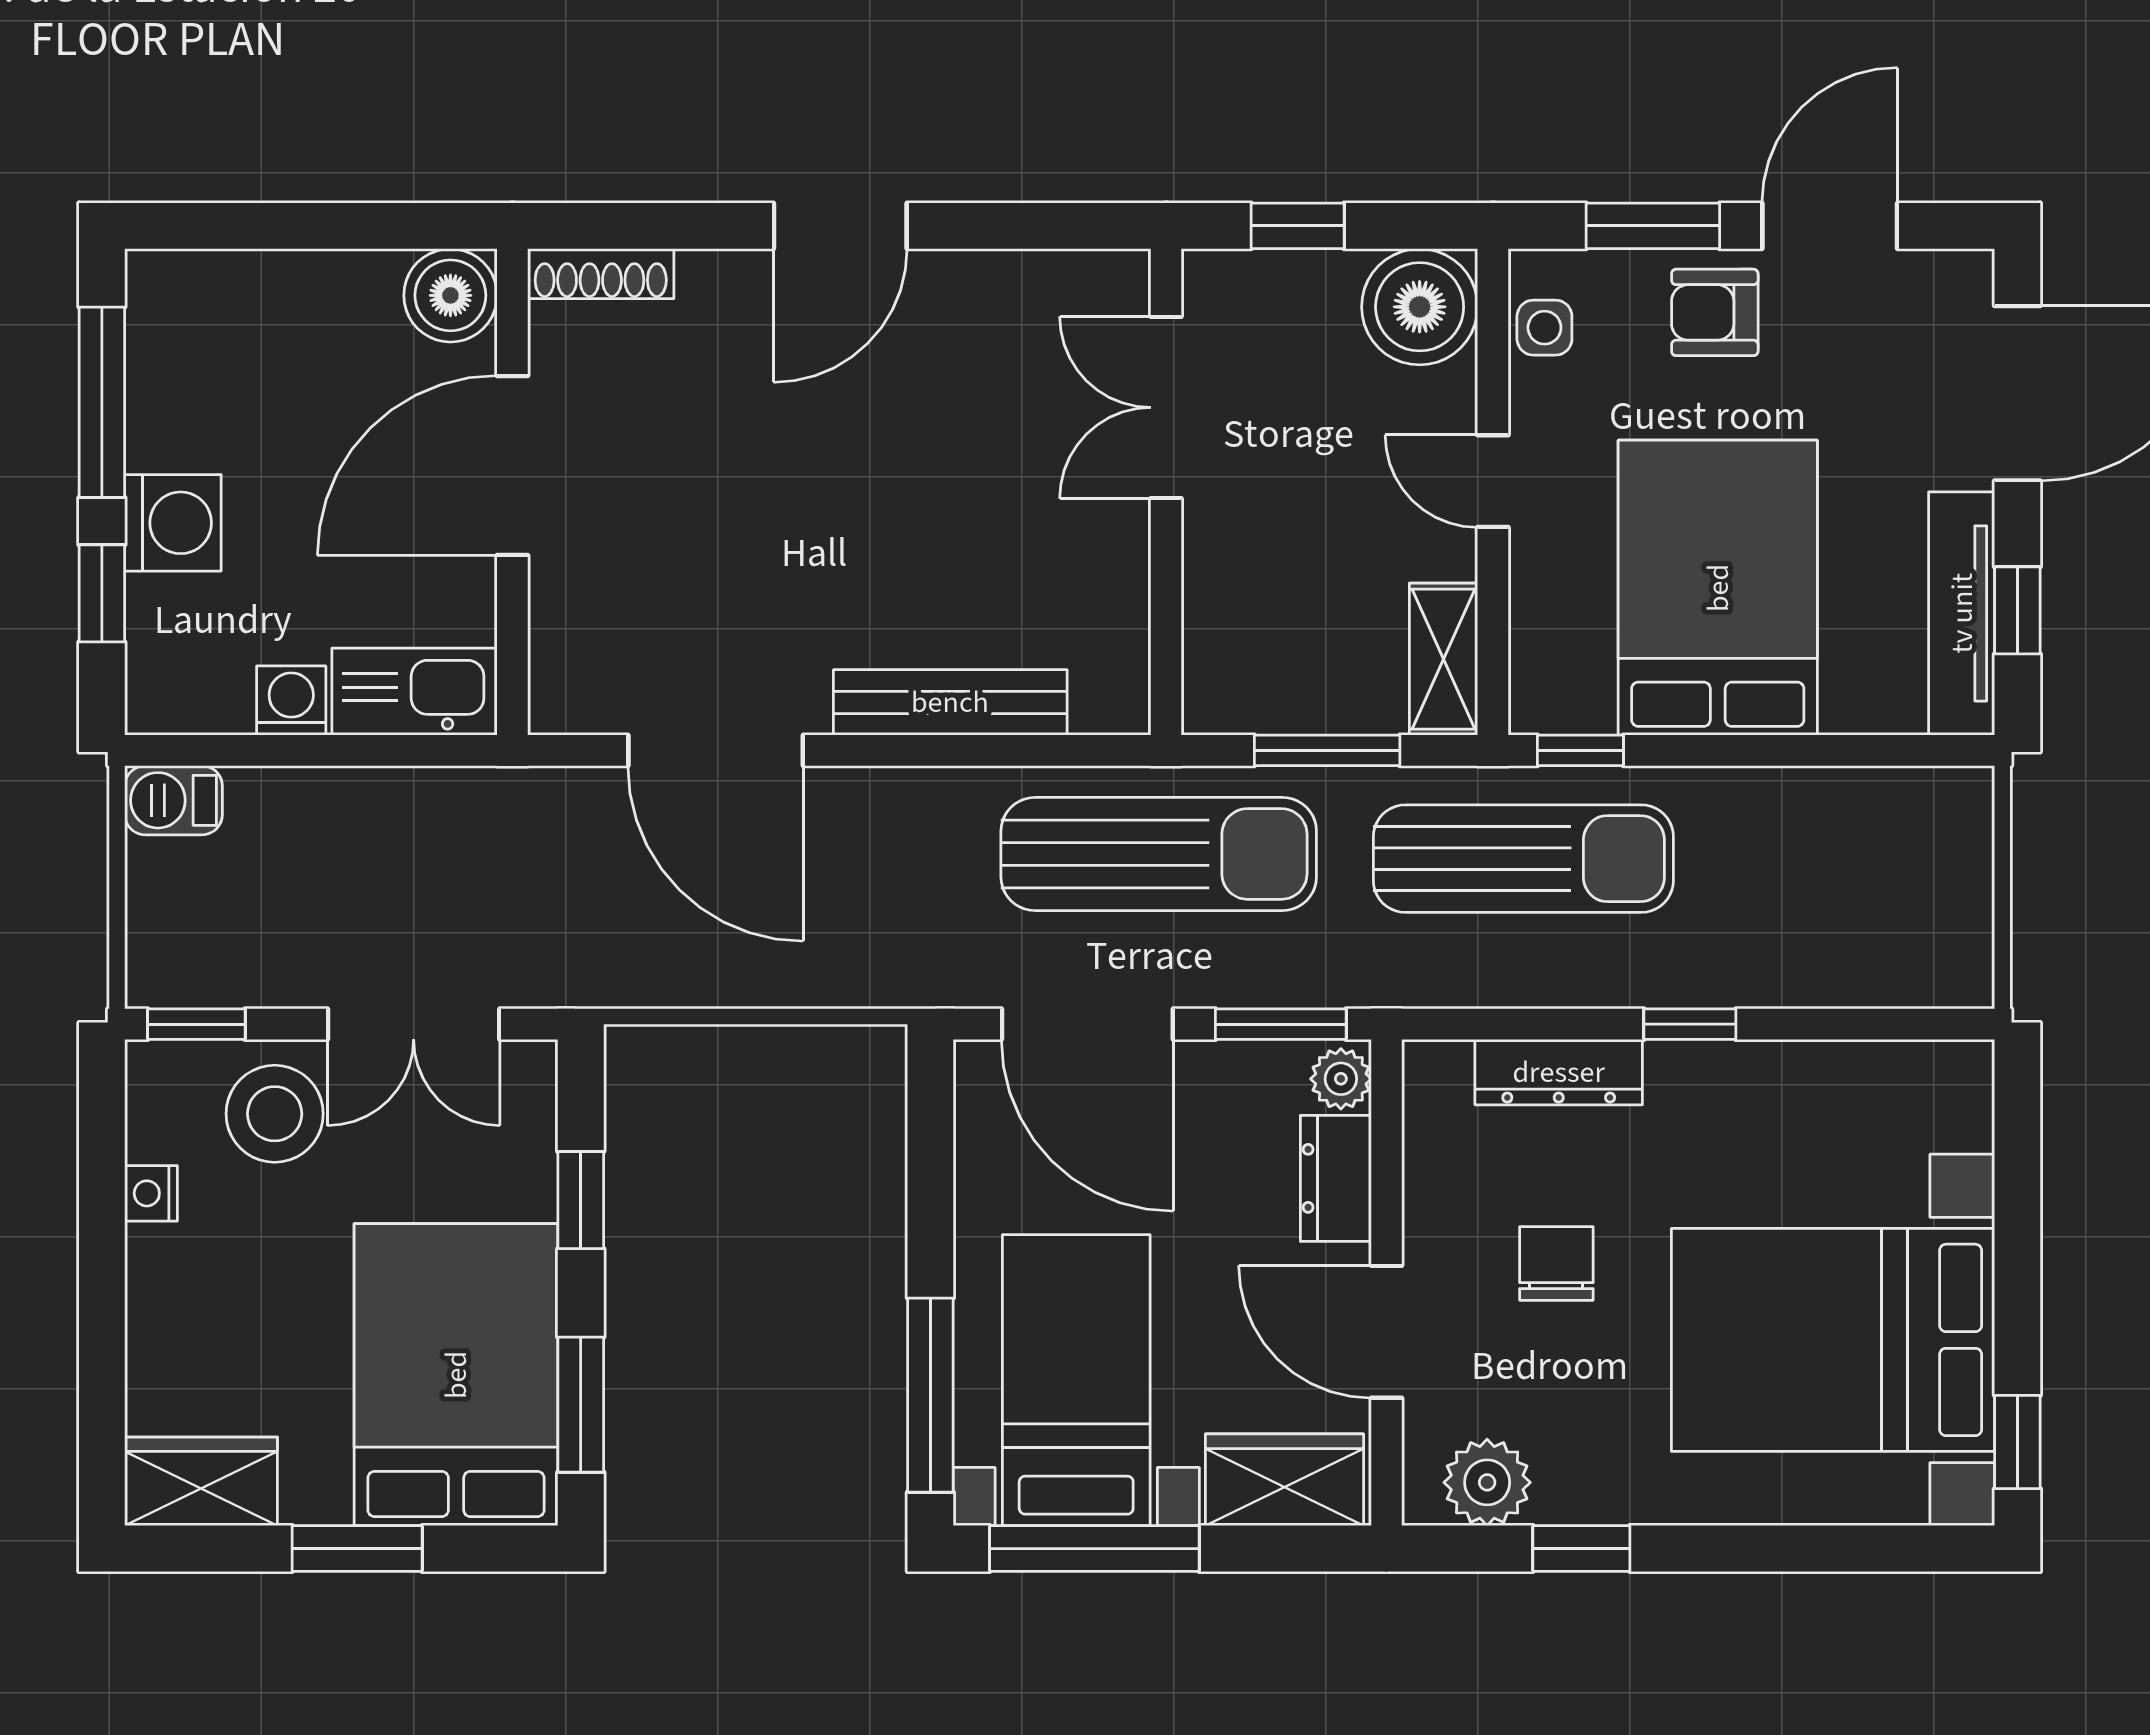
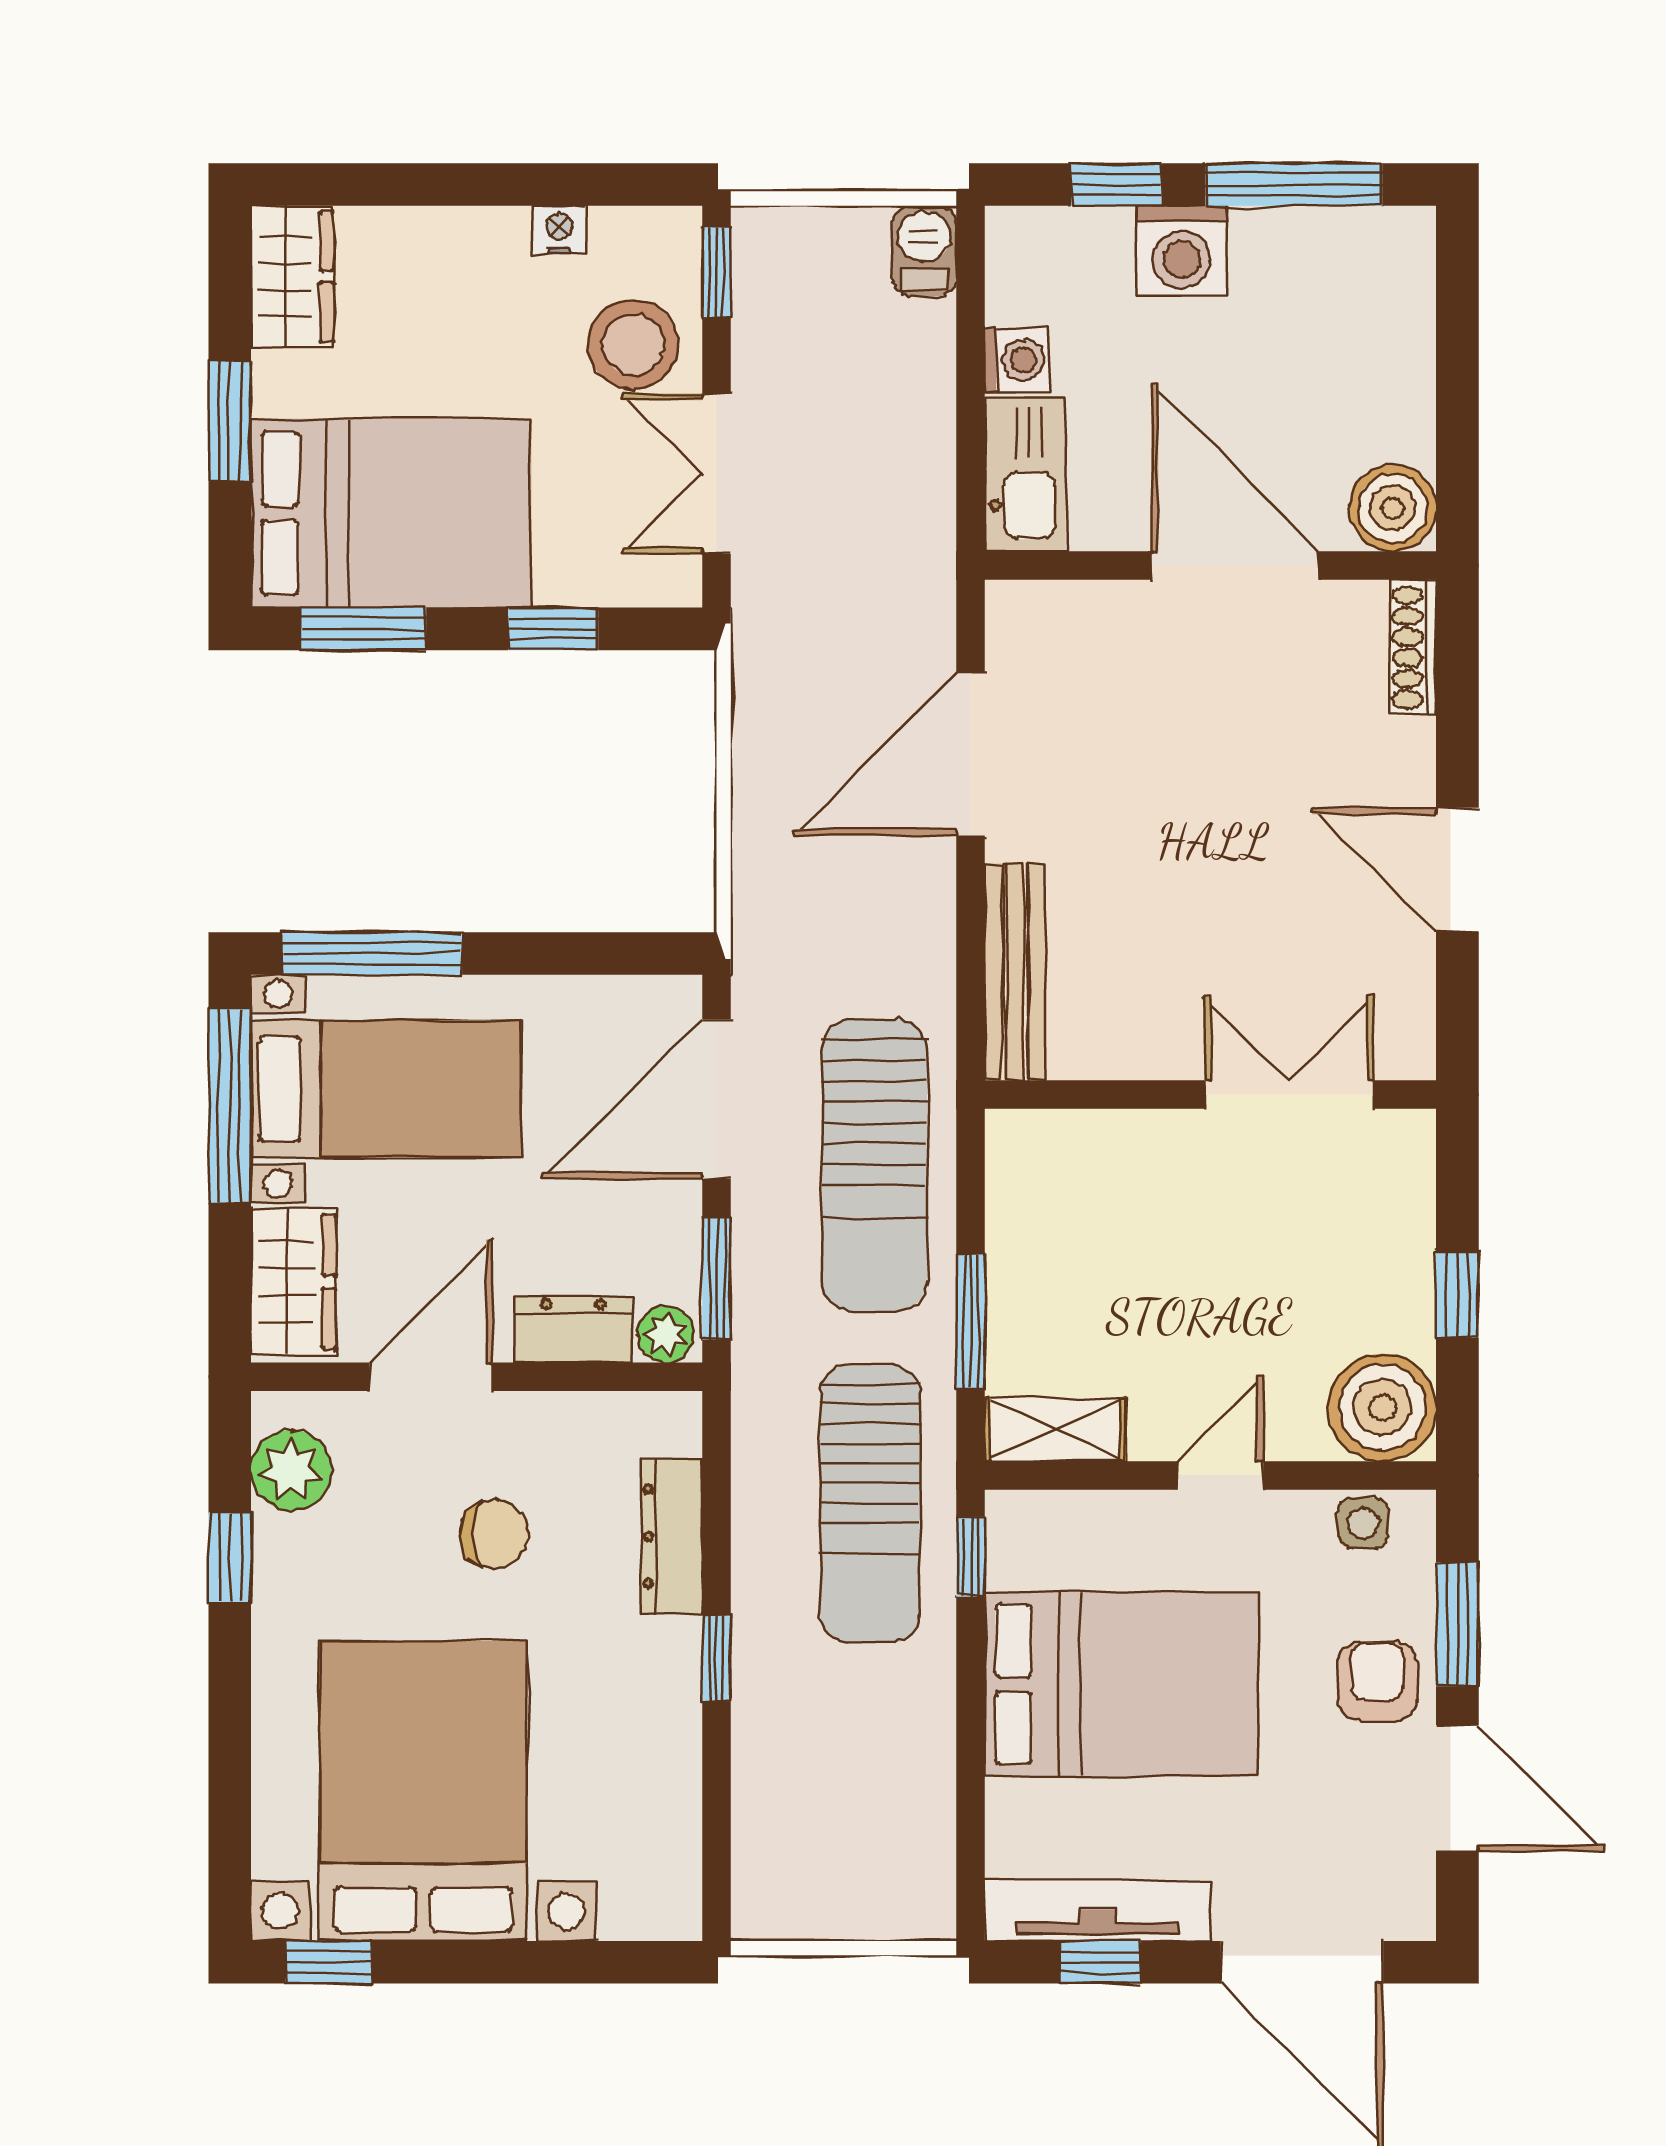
double door: (1166, 407) -> (1289, 1095), moved
wall: (1166, 492) -> (1210, 1095), moved

